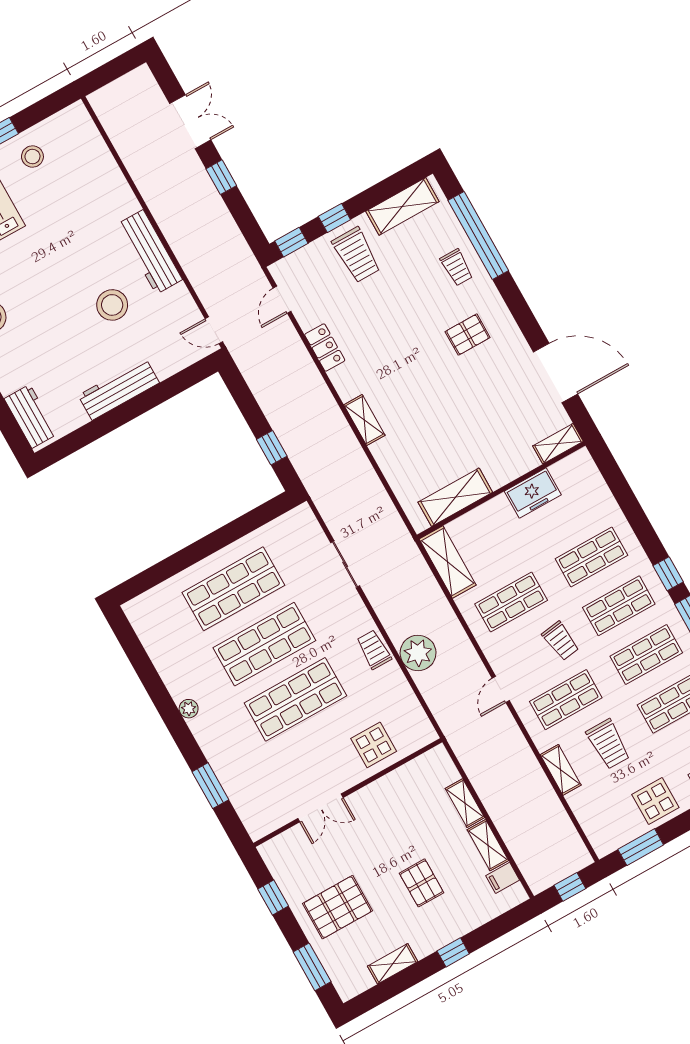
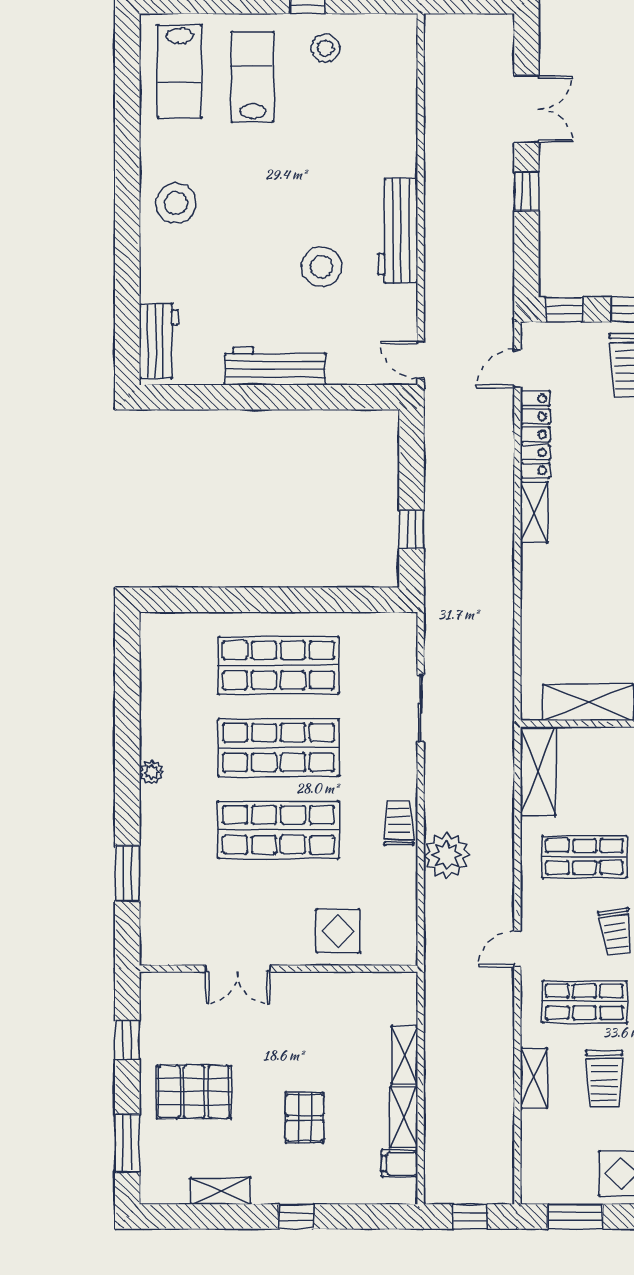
locker: (325, 348) -> (535, 435), width x1.53
shelving: (364, 420) -> (534, 512), moved

